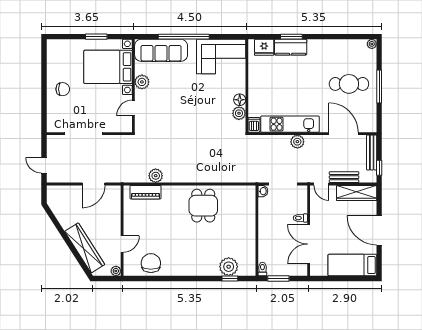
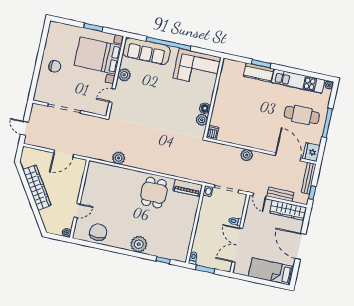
fridge: (264, 47) -> (311, 152), moved, turned 90
kitchen unit: (290, 124) -> (298, 81), moved, turned 180
piano: (145, 192) -> (187, 188), moved
wardrobe: (85, 248) -> (37, 188), moved
plant: (229, 267) -> (139, 244), moved

